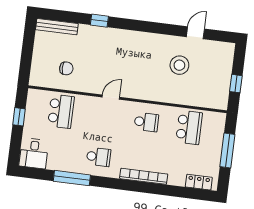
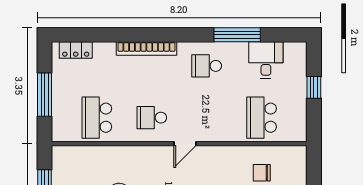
door: (111, 97) -> (185, 144), moved
window: (19, 117) -> (314, 87), moved
desk: (34, 153) -> (266, 60), moved

